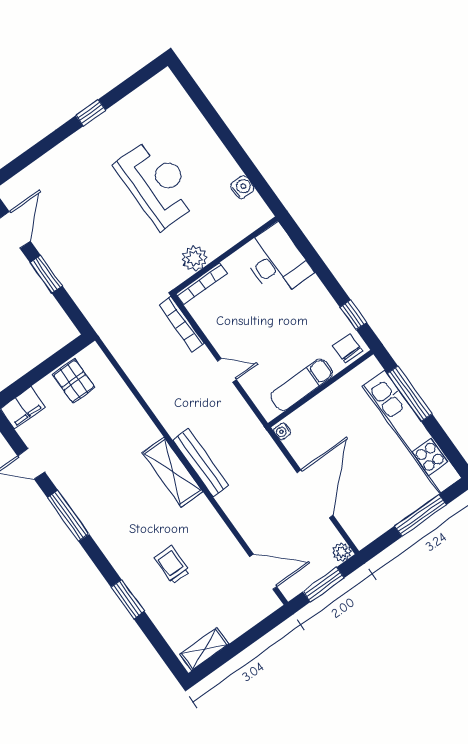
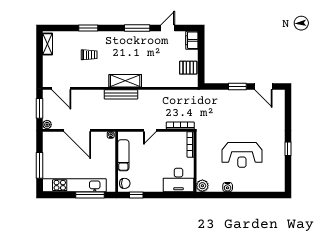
water cooler: (242, 187) -> (228, 187), moved
plant: (194, 258) -> (202, 186), moved
door: (263, 572) -> (61, 88), hinge flipped

